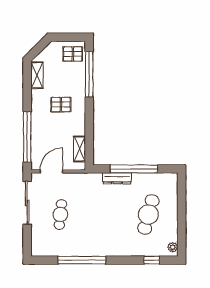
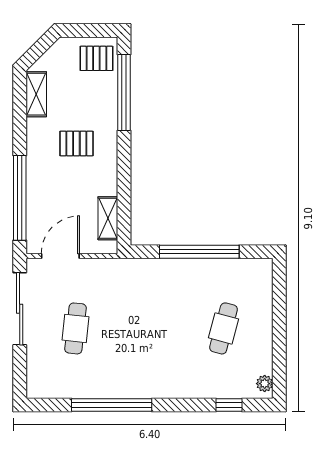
dresser: (117, 178) -> (171, 268), removed
cafe table: (148, 214) -> (224, 328), width x0.73, depth x0.74

